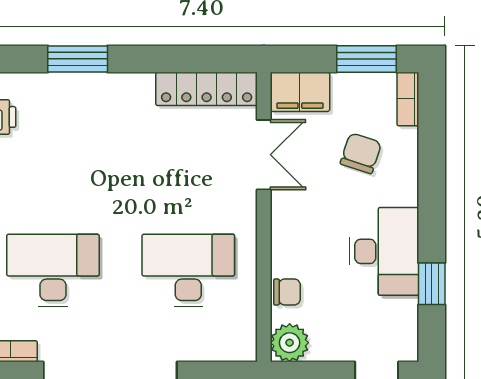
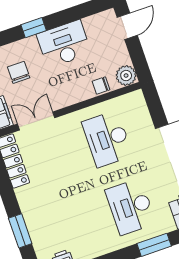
chair: (361, 153) -> (19, 72), turned 72
window: (432, 284) -> (34, 28), moved
chair: (287, 292) -> (101, 86), turned -90

